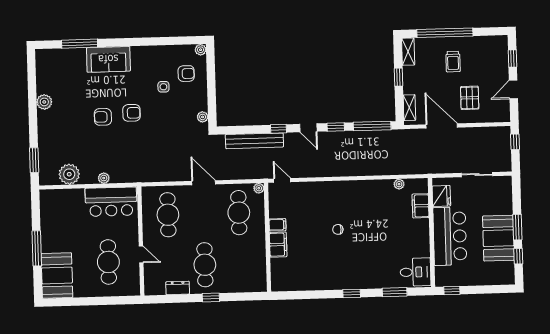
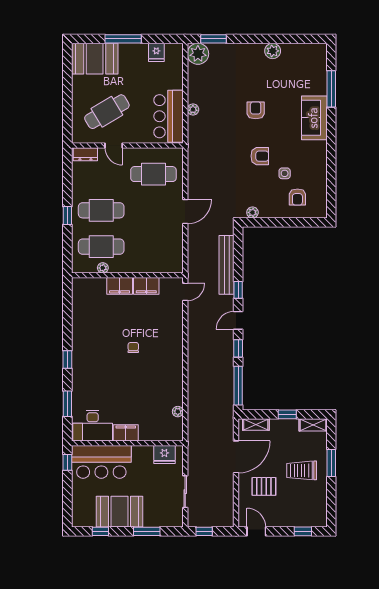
window: (445, 33) -> (331, 463), width x0.47
plant: (201, 50) -> (321, 212), removed
trolley: (453, 62) -> (302, 470), width x1.36, depth x1.39
door: (513, 89) -> (256, 531), moved
armchair: (132, 113) -> (260, 156), moved, turned -90
window: (515, 142) -> (204, 531), moved
plant: (69, 174) -> (198, 54), moved
plant: (259, 188) -> (103, 268), moved
filing cabinet: (421, 206) -> (126, 433), moved
cafe table: (239, 213) -> (101, 247), moved
fridge: (49, 215) -> (156, 52), added
filing cabinet: (277, 225) -> (146, 286), width x2.00
window: (517, 227) -> (147, 531), moved
bar counter: (450, 236) -> (101, 462), moved
door: (141, 254) -> (114, 145), hinge flipped
cafe table: (108, 262) -> (107, 112), turned -31
desk: (415, 272) -> (93, 426), width x1.37
dresser: (178, 288) -> (85, 154), moved, turned 90

